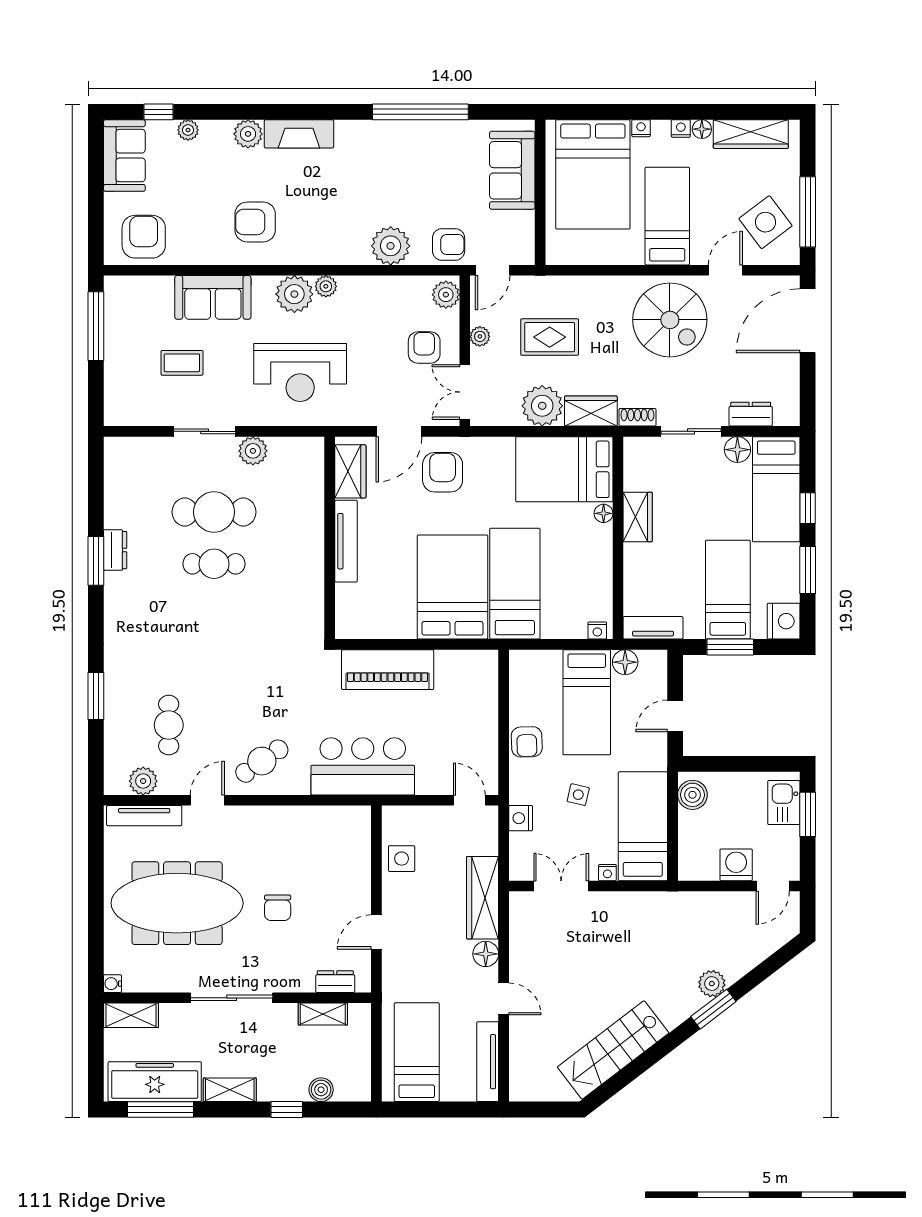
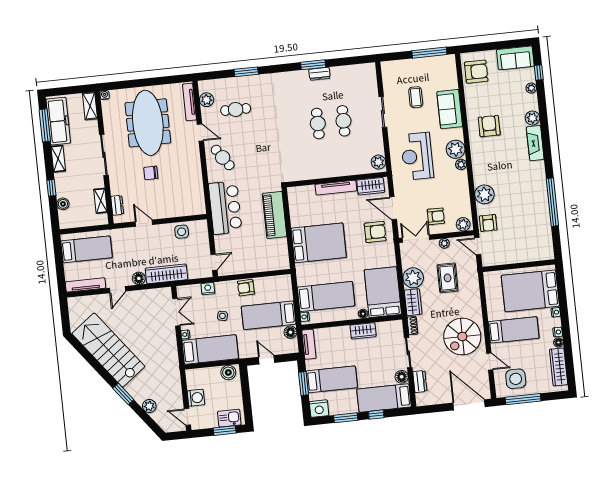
sofa: (512, 170) -> (528, 251), removed
side table: (765, 222) -> (516, 379), turned 37
plant: (253, 451) -> (378, 162), moved
cafe table: (214, 512) -> (343, 121), width x0.73, depth x0.74
bed: (515, 584) -> (326, 296), moved
plant: (712, 984) -> (149, 406), moved
stairs: (613, 1050) -> (108, 350), width x1.36, depth x1.51

